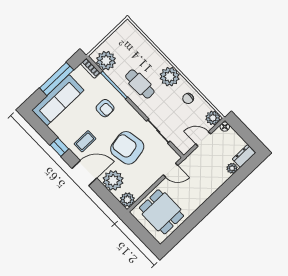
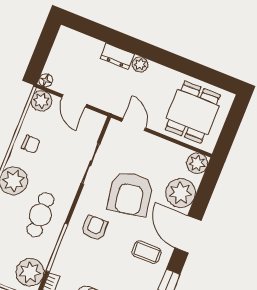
armchair: (105, 108) -> (95, 228), moved
dresser: (244, 156) -> (117, 56), moved
plant: (232, 168) -> (140, 64), moved

